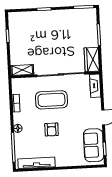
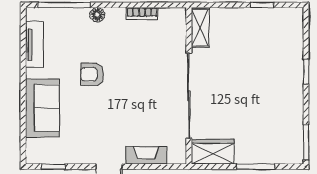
fireplace: (95, 86) -> (146, 155), moved
coffee table: (51, 100) -> (145, 77), removed
sofa: (94, 145) -> (42, 108), moved, turned 90
tv unit: (36, 163) -> (34, 45), width x0.71

